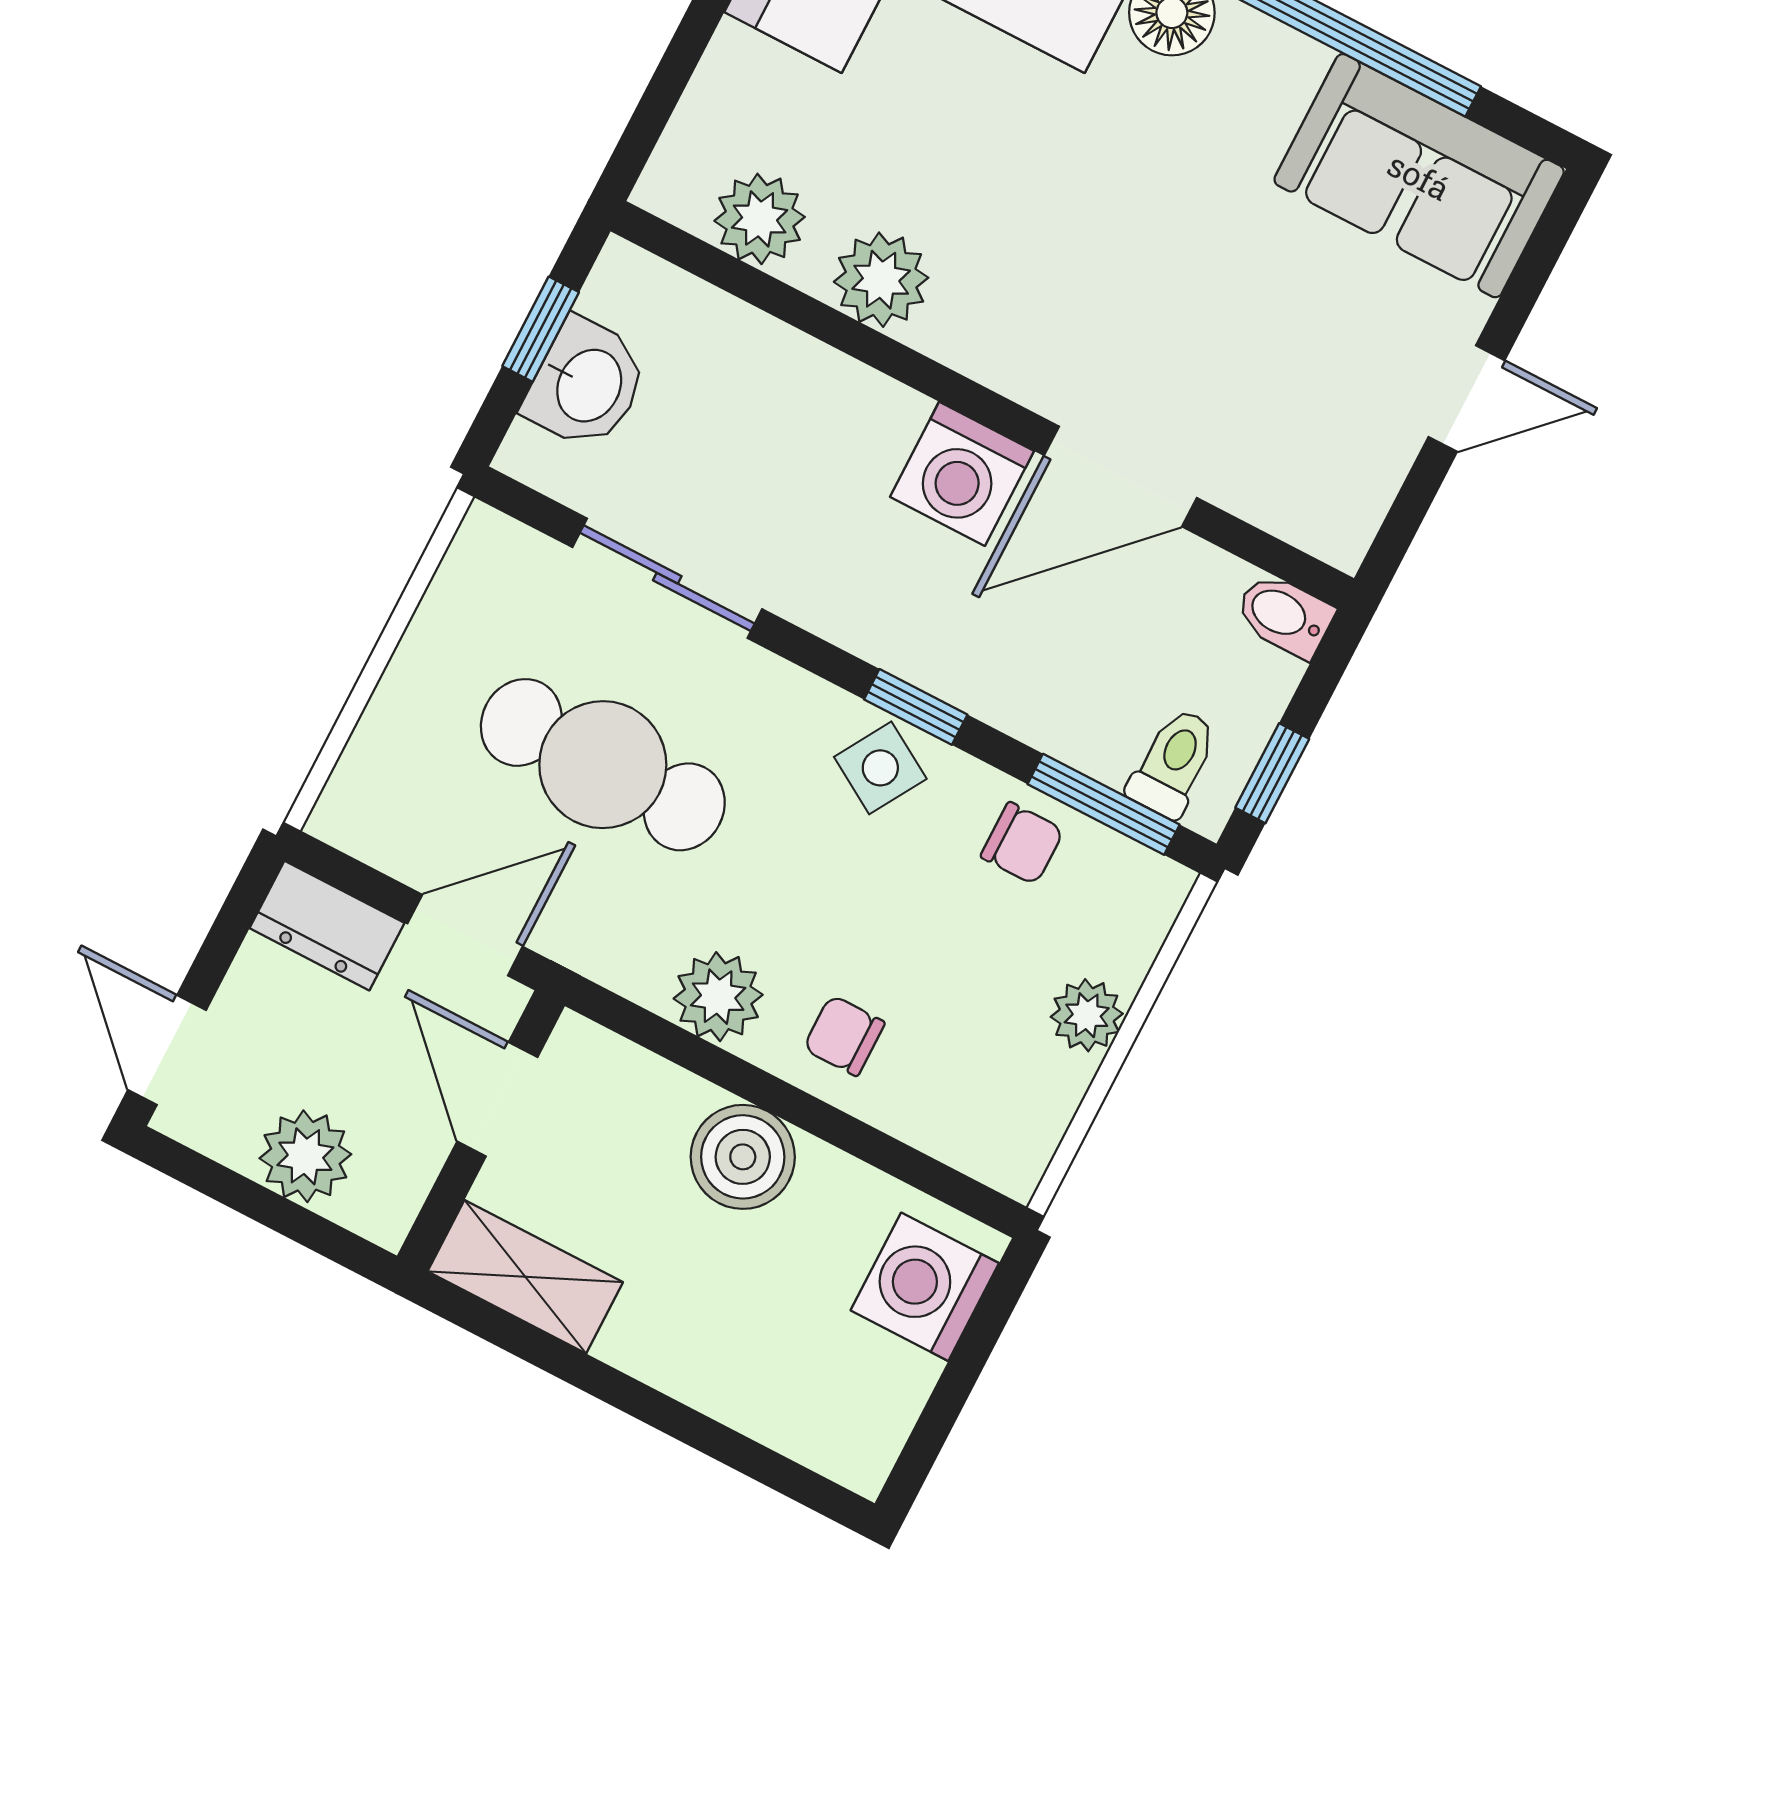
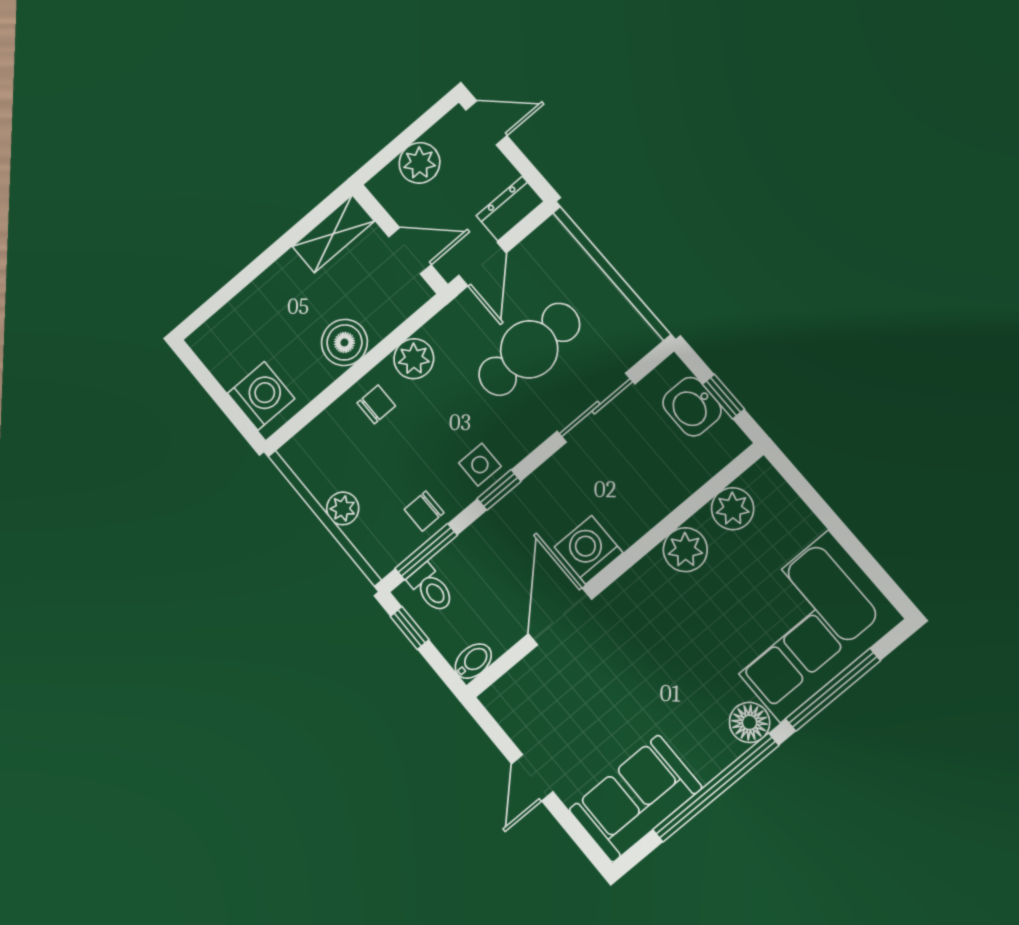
side table: (880, 768) -> (480, 465), turned -31

